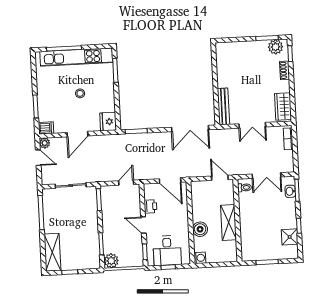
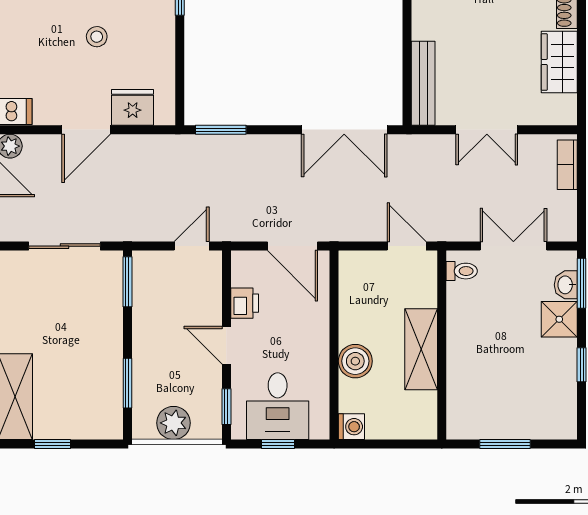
wardrobe: (283, 107) -> (559, 62), moved
fridge: (108, 122) -> (133, 107), moved, turned 90
double door: (266, 176) -> (513, 246), swing flipped
shower: (290, 237) -> (559, 319), moved
plant: (111, 261) -> (173, 423), moved

